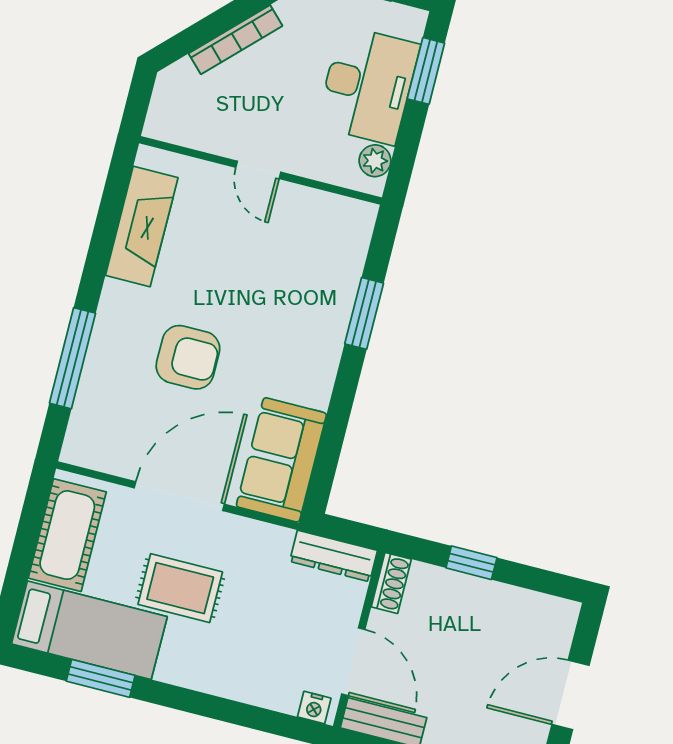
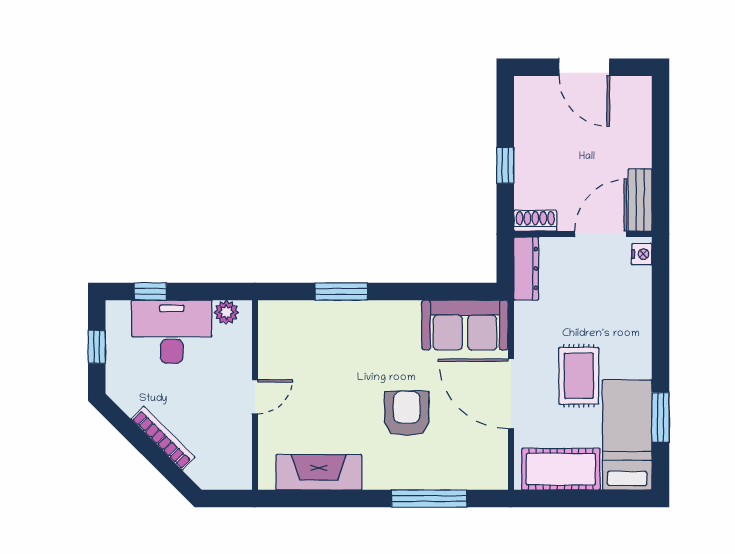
window: (426, 71) -> (150, 292), width x0.67

